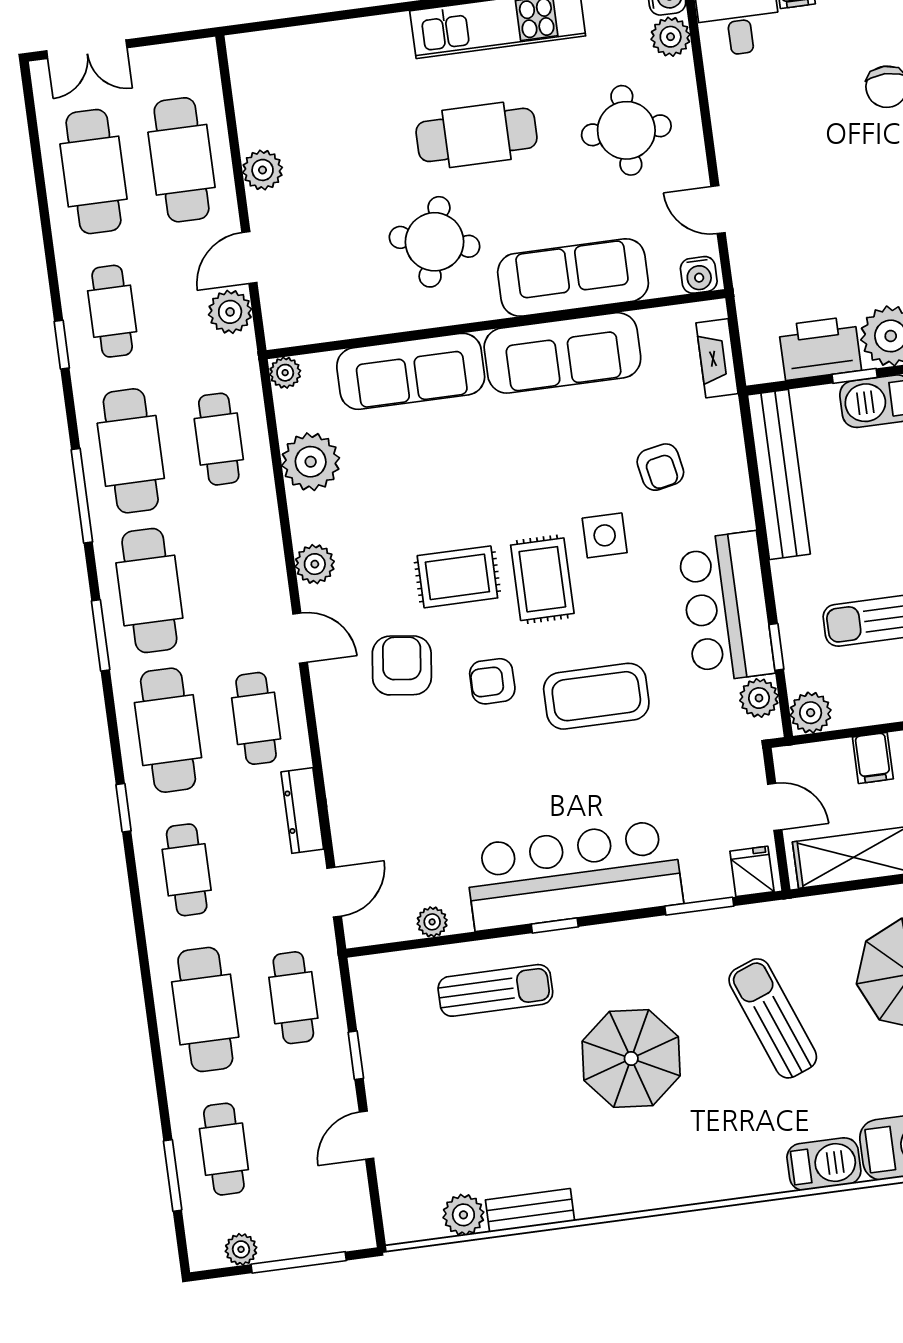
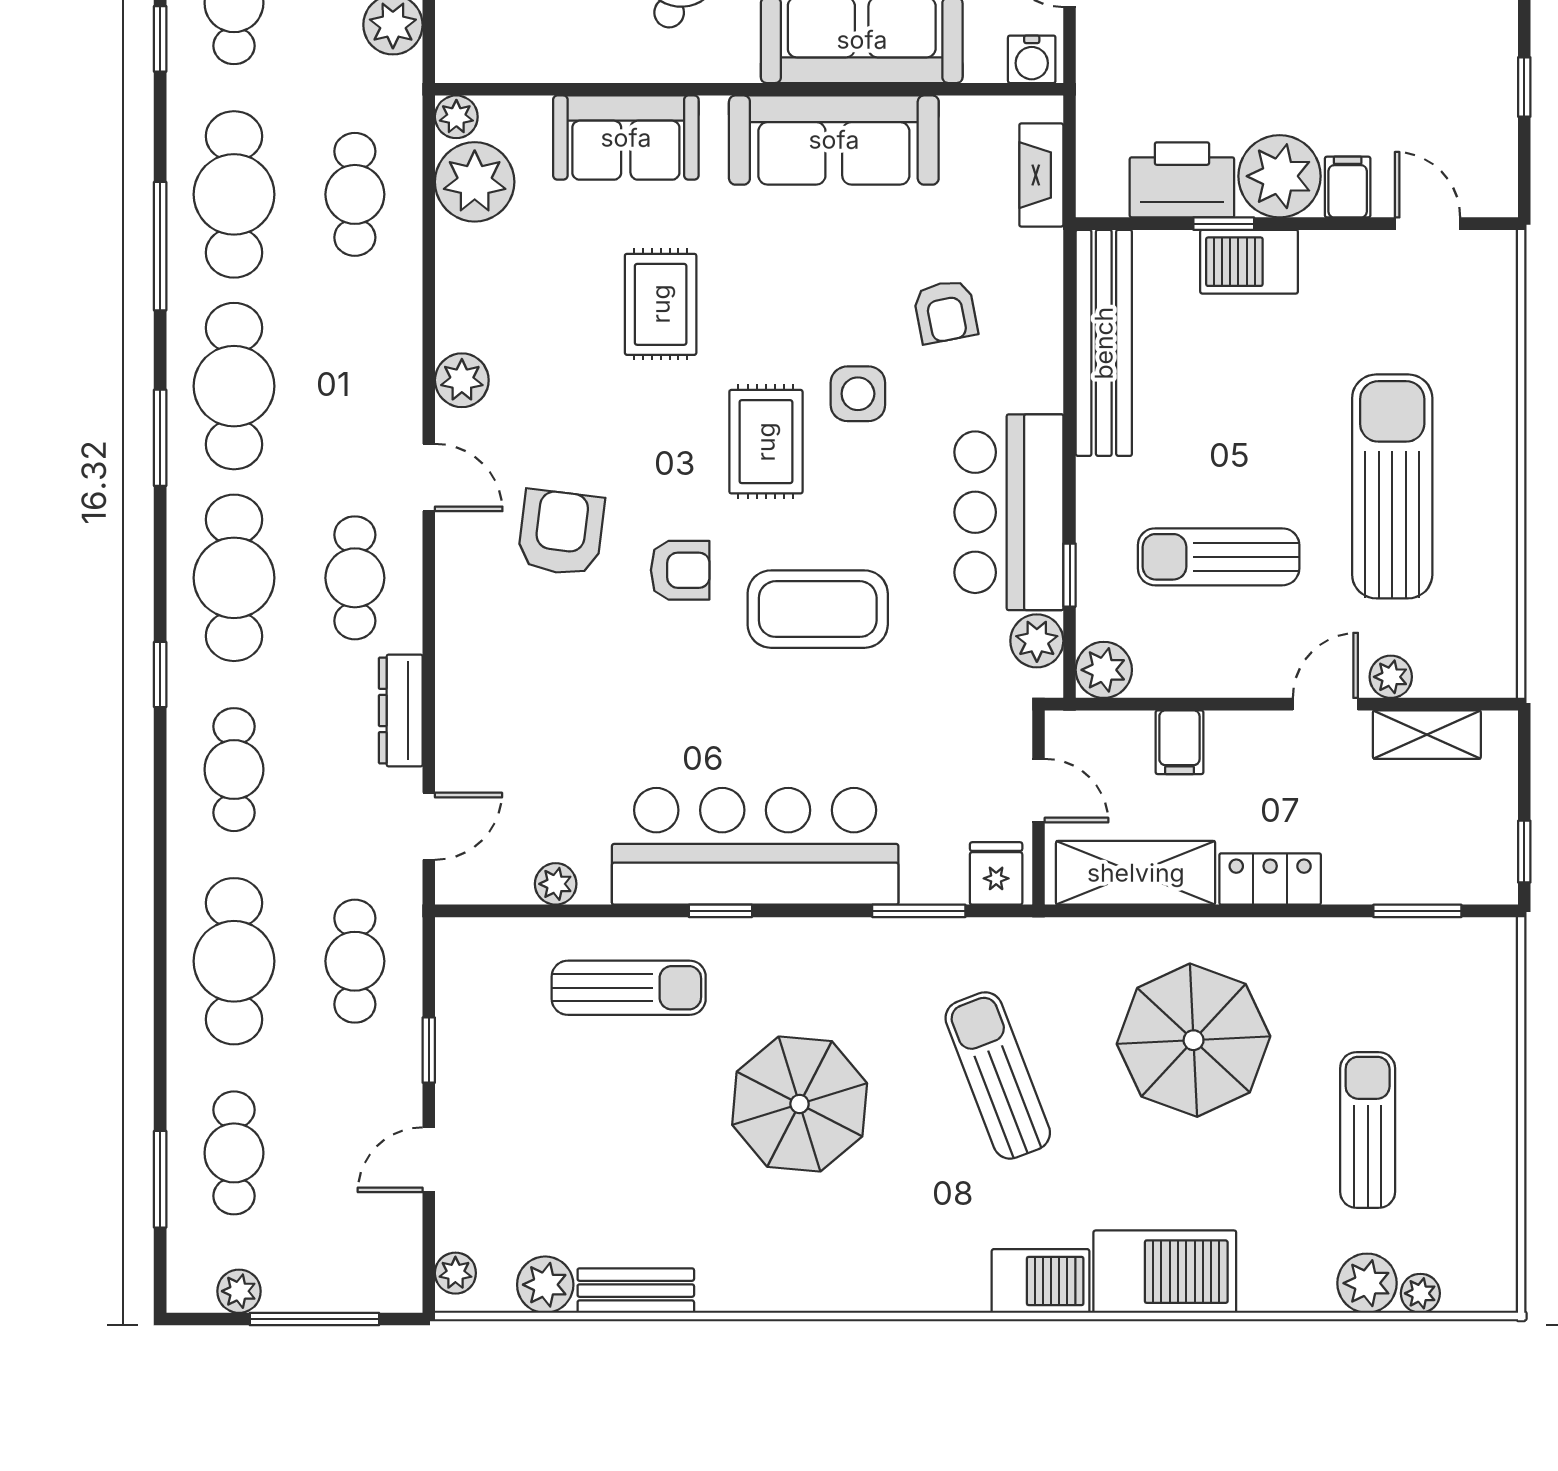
sofa: (411, 371) -> (626, 138), width x0.73
plant: (311, 462) -> (475, 182), moved
rug: (457, 577) -> (661, 304), moved, turned 90
armchair: (492, 681) -> (680, 570), turned 180
plant: (397, 1215) -> (455, 1273), added

